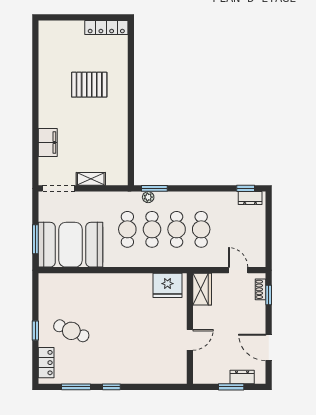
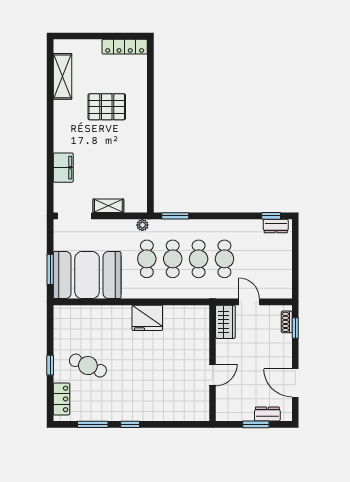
shelving: (47, 56) -> (63, 76), added
plant: (148, 197) -> (142, 225), moved
door: (238, 270) -> (249, 302), moved
fridge: (167, 285) -> (147, 318), moved

